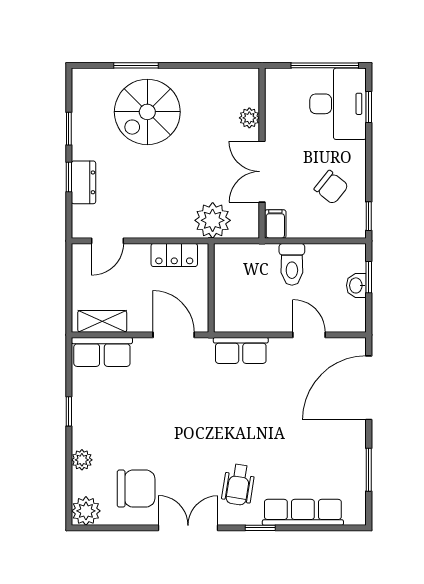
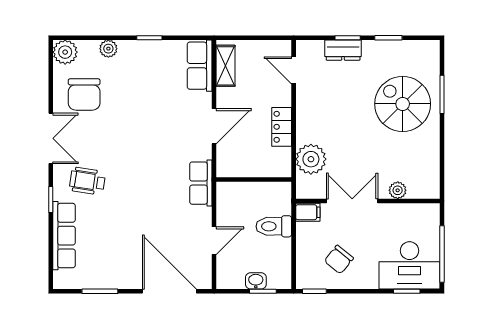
wall: (211, 288) -> (254, 180), moved

